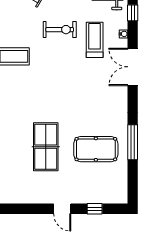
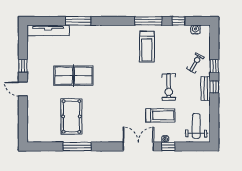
window: (133, 13) -> (168, 146), moved
door: (62, 209) -> (23, 89), hinge flipped
window: (95, 209) -> (23, 66), moved

